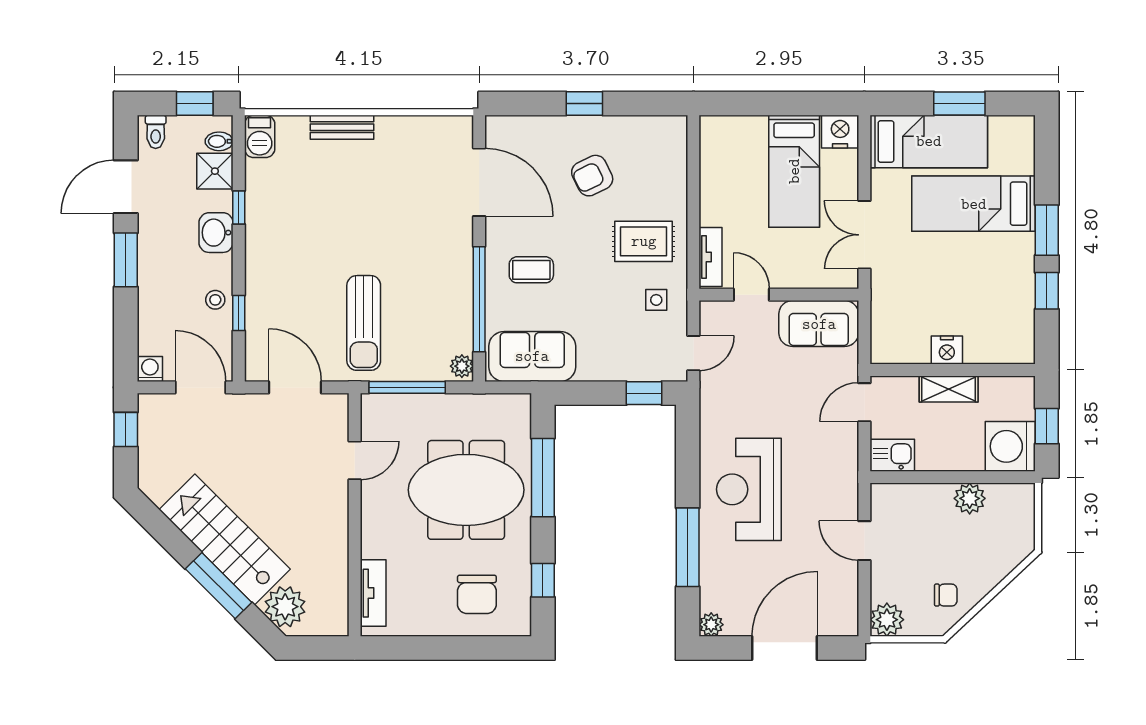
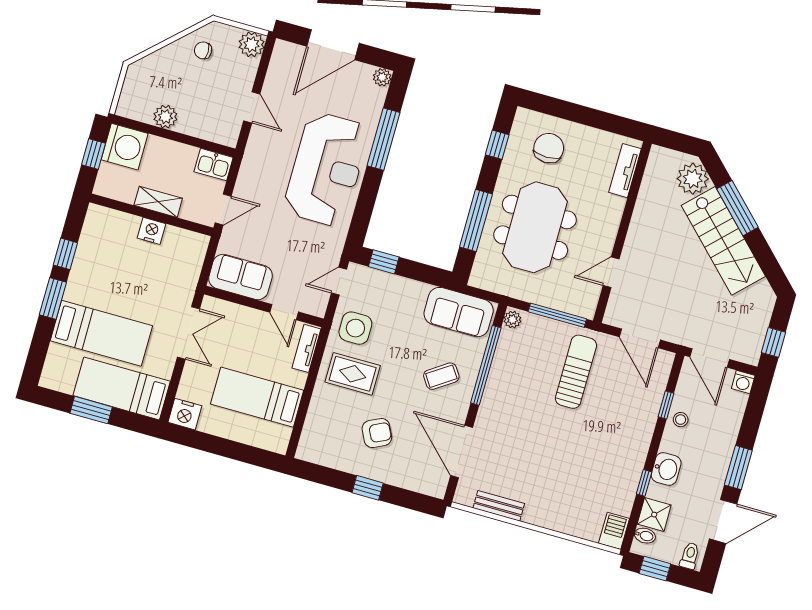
bench: (342, 127) -> (499, 506), moved
bed: (794, 171) -> (257, 397), moved, turned -90
coffee table: (531, 270) -> (441, 376), turned -34
side table: (656, 300) -> (355, 328), width x1.87, depth x1.87
reception desk: (749, 489) -> (326, 169), width x1.36, depth x1.30
meeting table: (466, 490) -> (535, 227), turned 90

